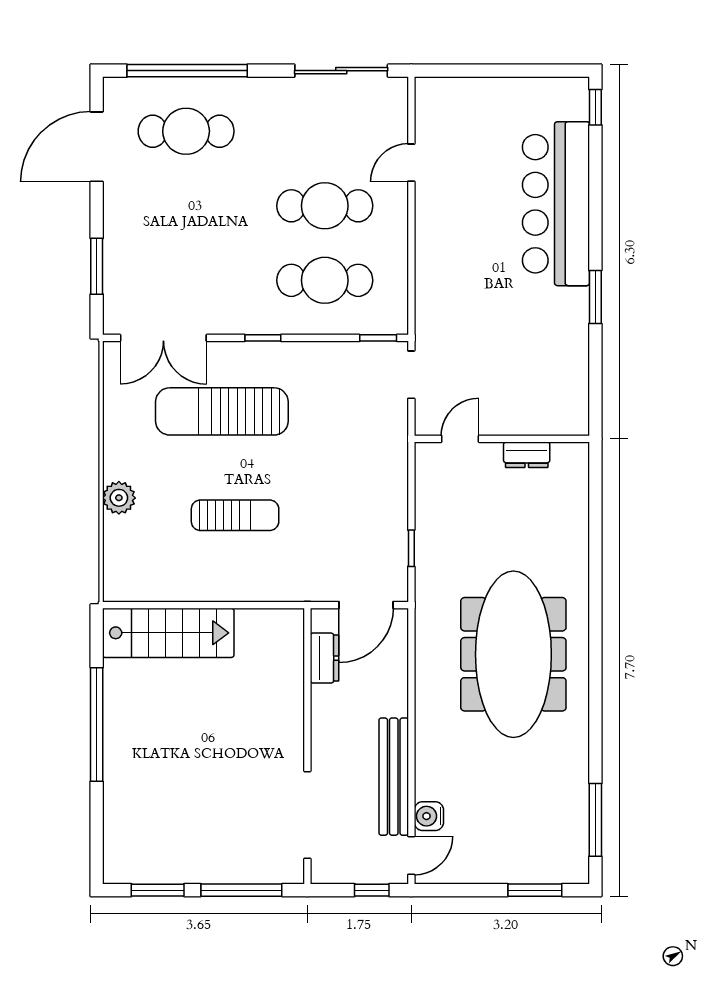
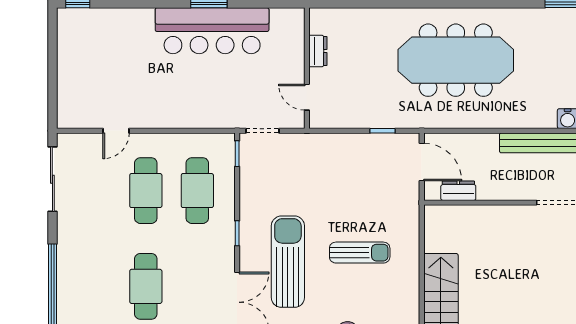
cafe table: (186, 131) -> (146, 286), moved
door: (411, 163) -> (116, 131), hinge flipped
bar counter: (556, 204) -> (212, 31), moved
sun lounger: (222, 411) -> (288, 262), turned 180
sun lounger: (235, 515) -> (360, 253), turned 90

